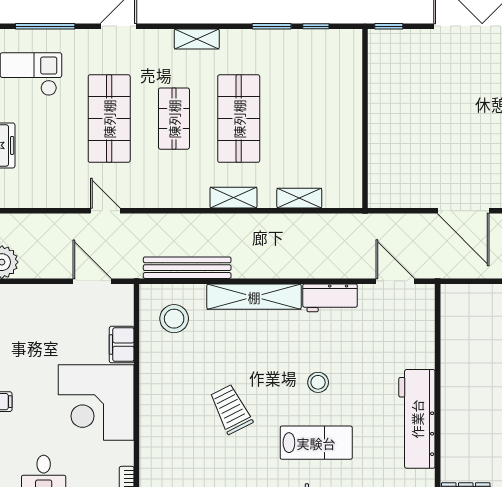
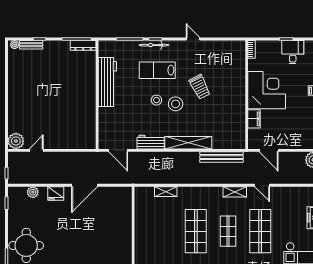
shelving: (233, 198) -> (235, 192), moved
door: (463, 211) -> (84, 185), swing flipped
stool: (174, 319) -> (176, 104), moved

